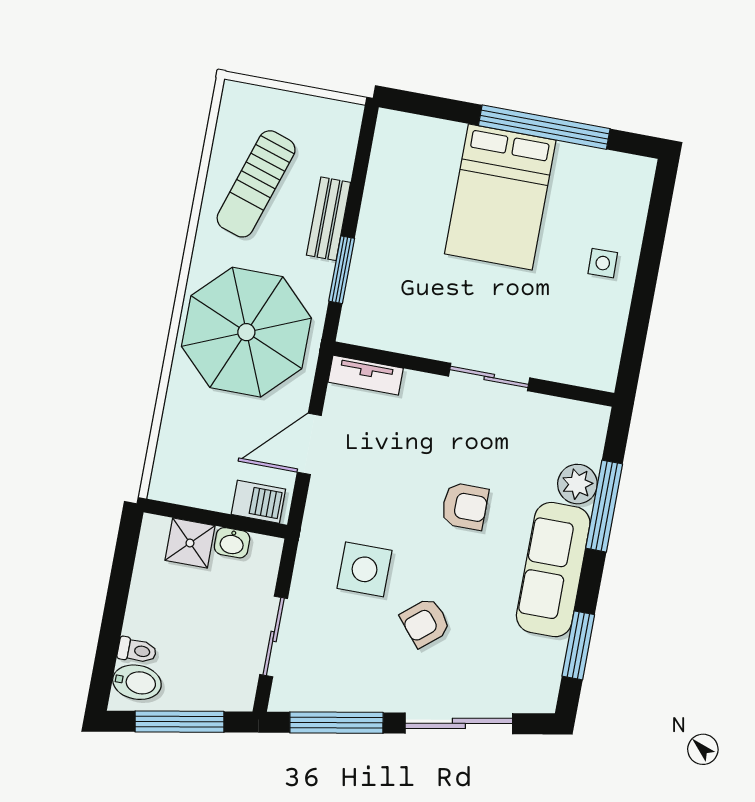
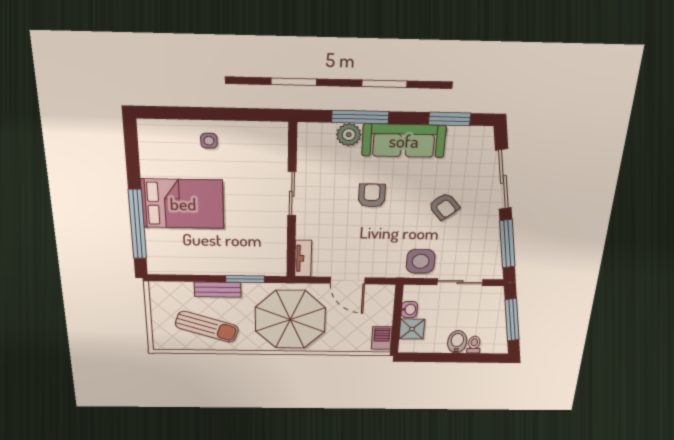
window: (544, 127) -> (137, 224), moved
barbecue: (258, 502) -> (382, 338), moved
side table: (364, 569) -> (421, 261), moved
bidet: (137, 682) -> (457, 342), moved

